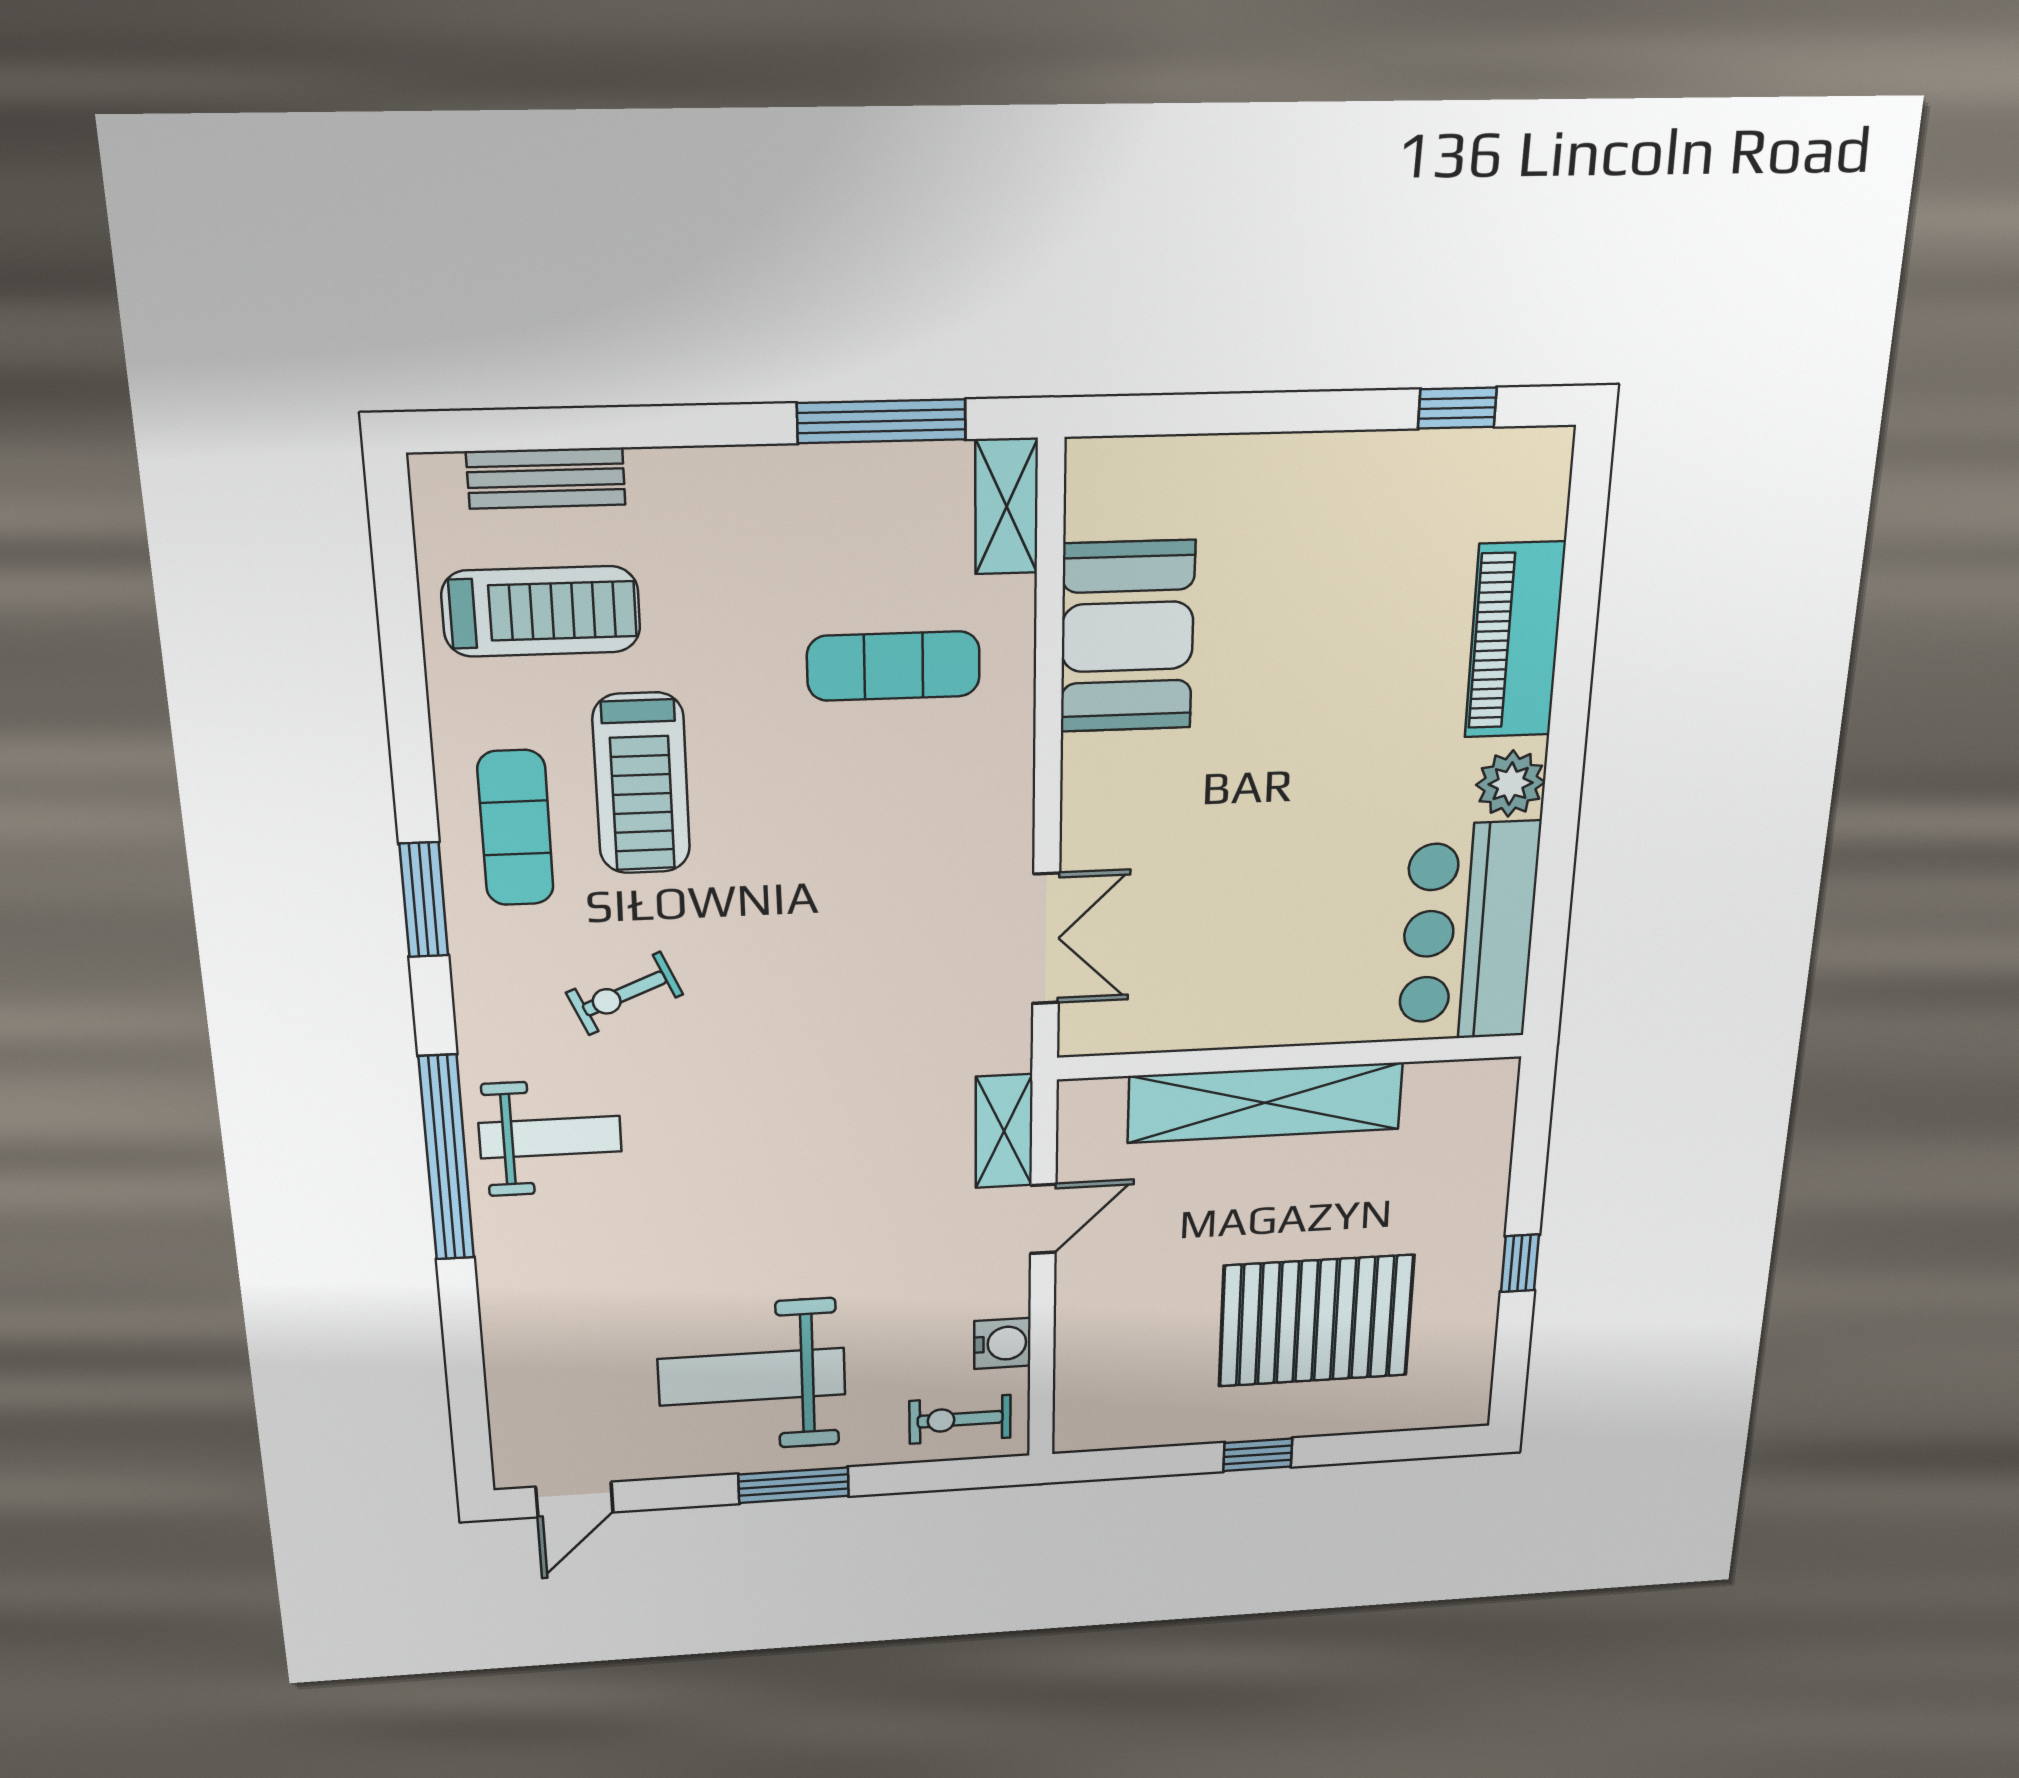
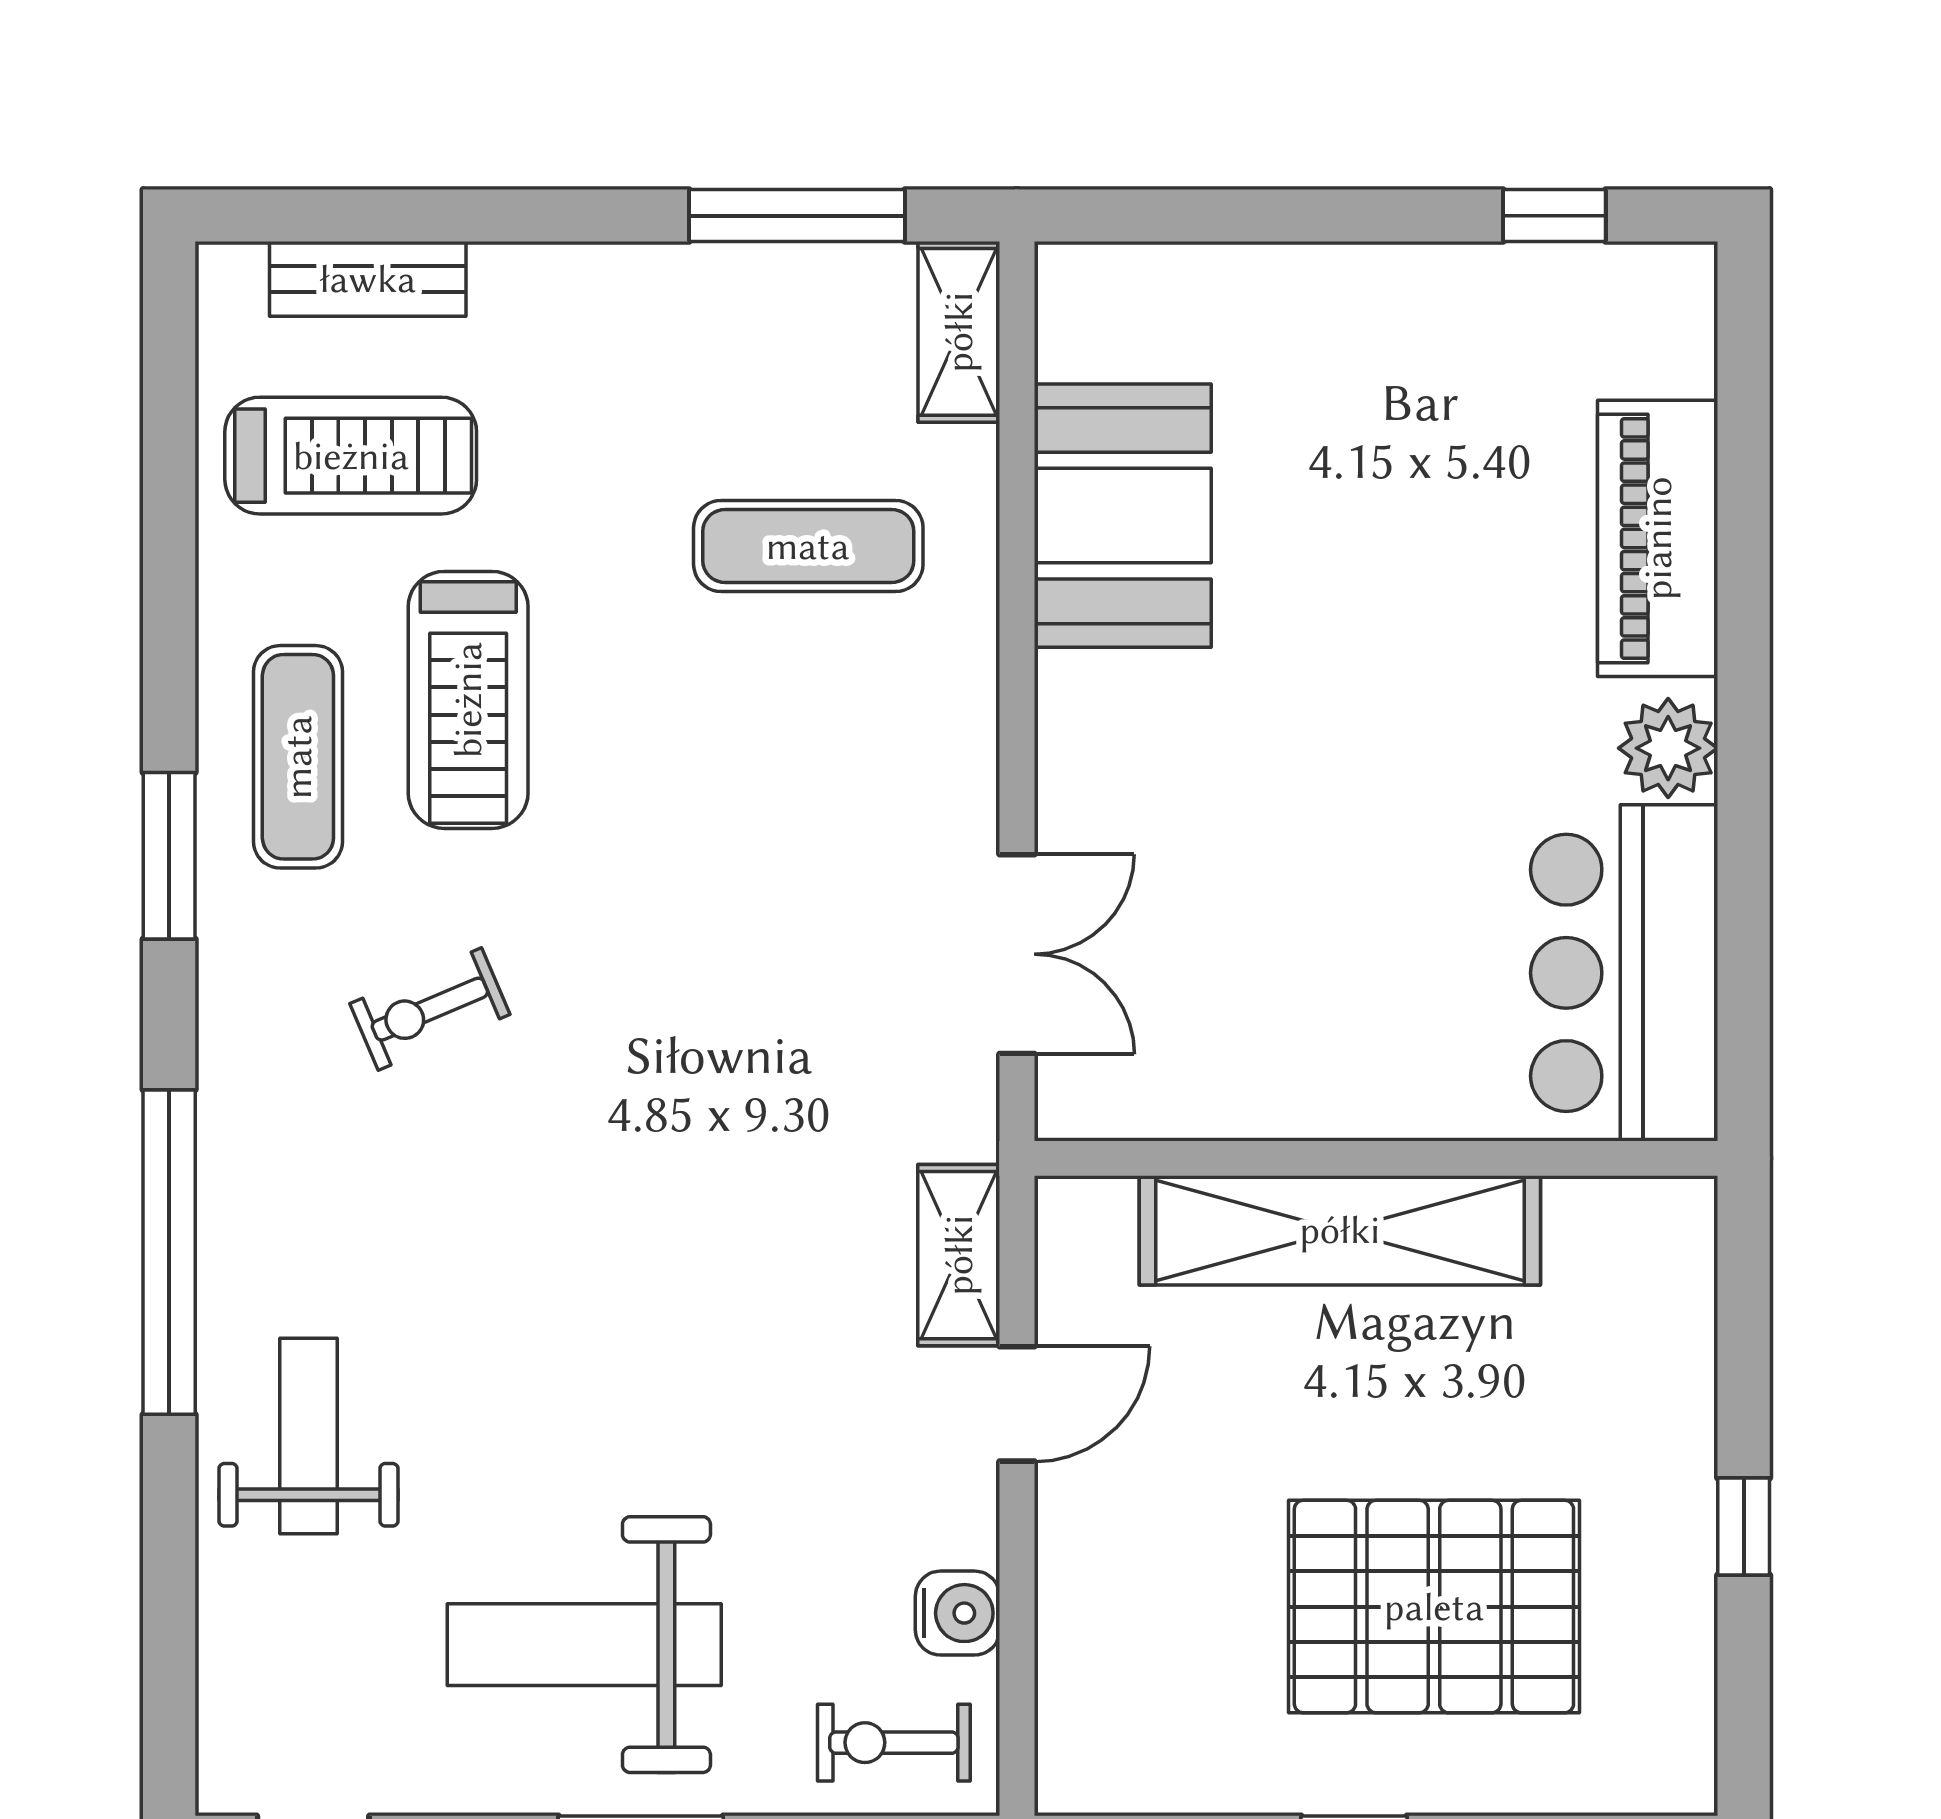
weight bench: (550, 1137) -> (309, 1436), moved, turned -90

